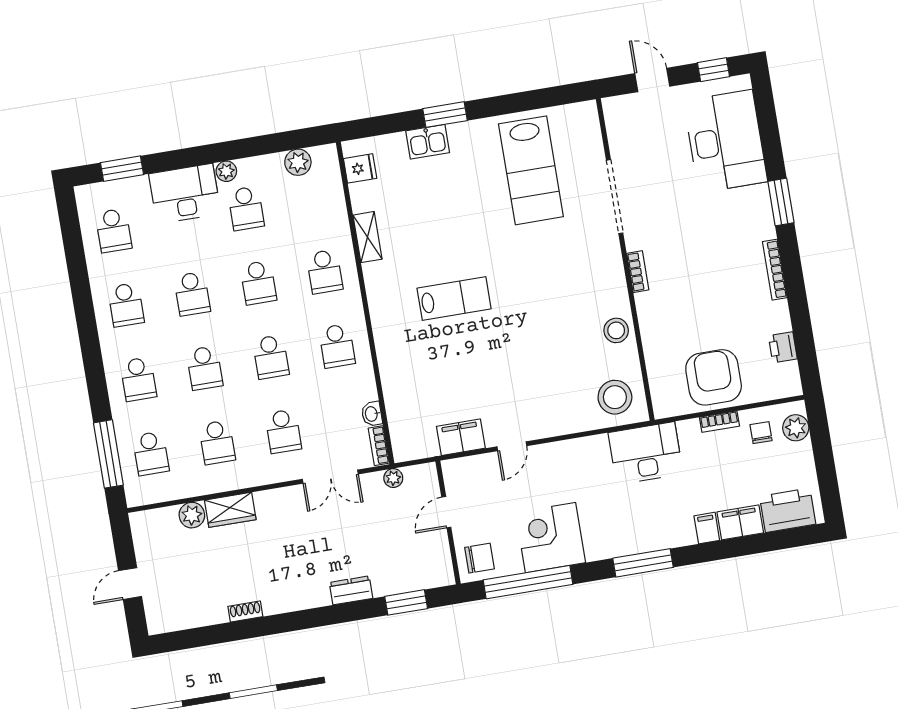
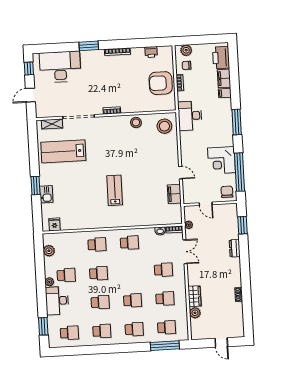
lab bench: (531, 170) -> (63, 151), turned 180
shelving: (367, 237) -> (52, 124), moved
school desk: (271, 357) -> (131, 272), removed

